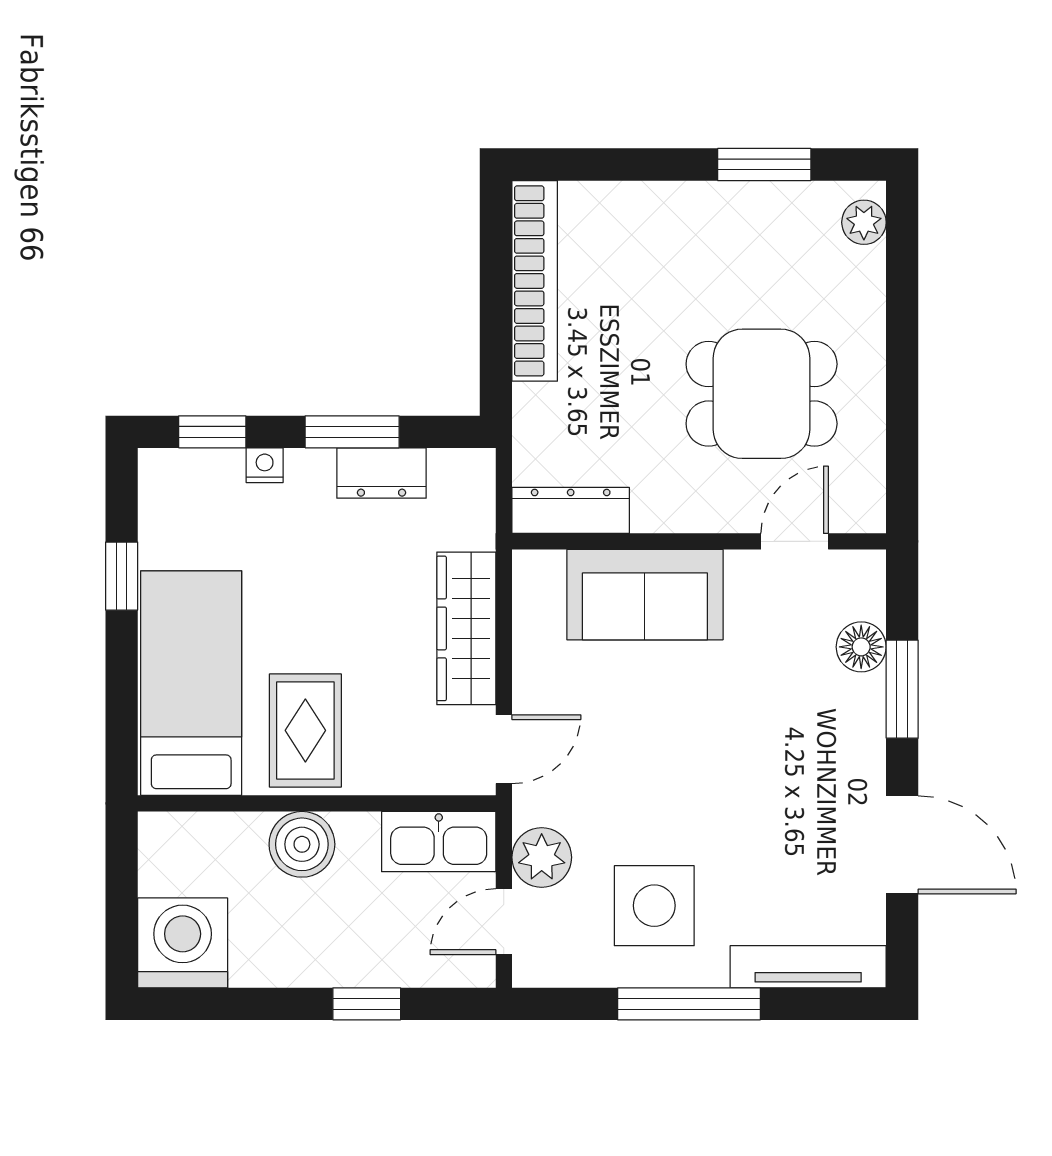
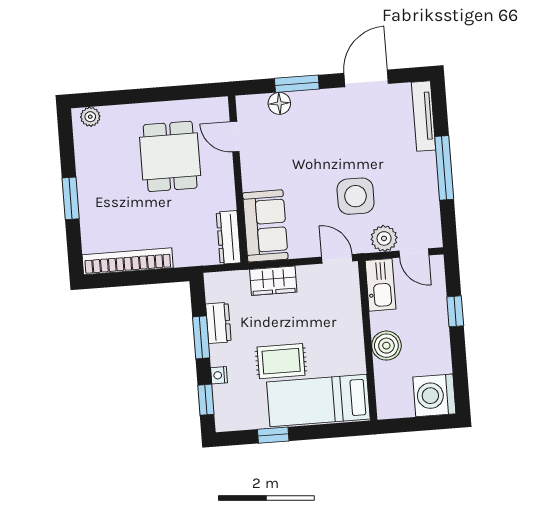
window: (764, 165) -> (71, 198), moved
sofa: (645, 595) -> (265, 226), moved
wardrobe: (466, 628) -> (273, 281), width x0.67
rug: (305, 730) -> (281, 361), moved
side table: (654, 906) -> (356, 196), moved

